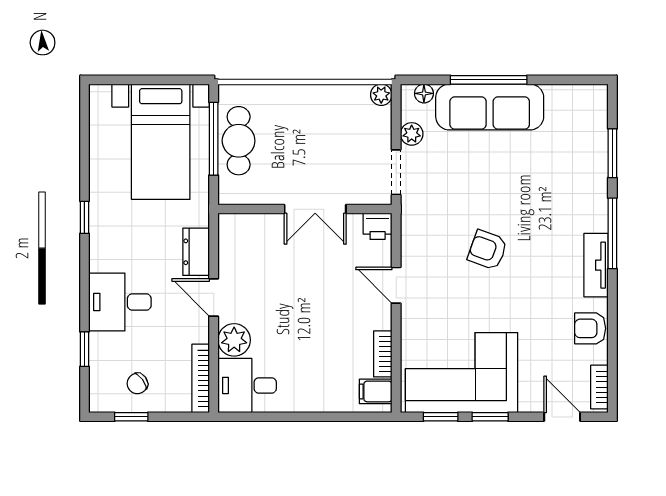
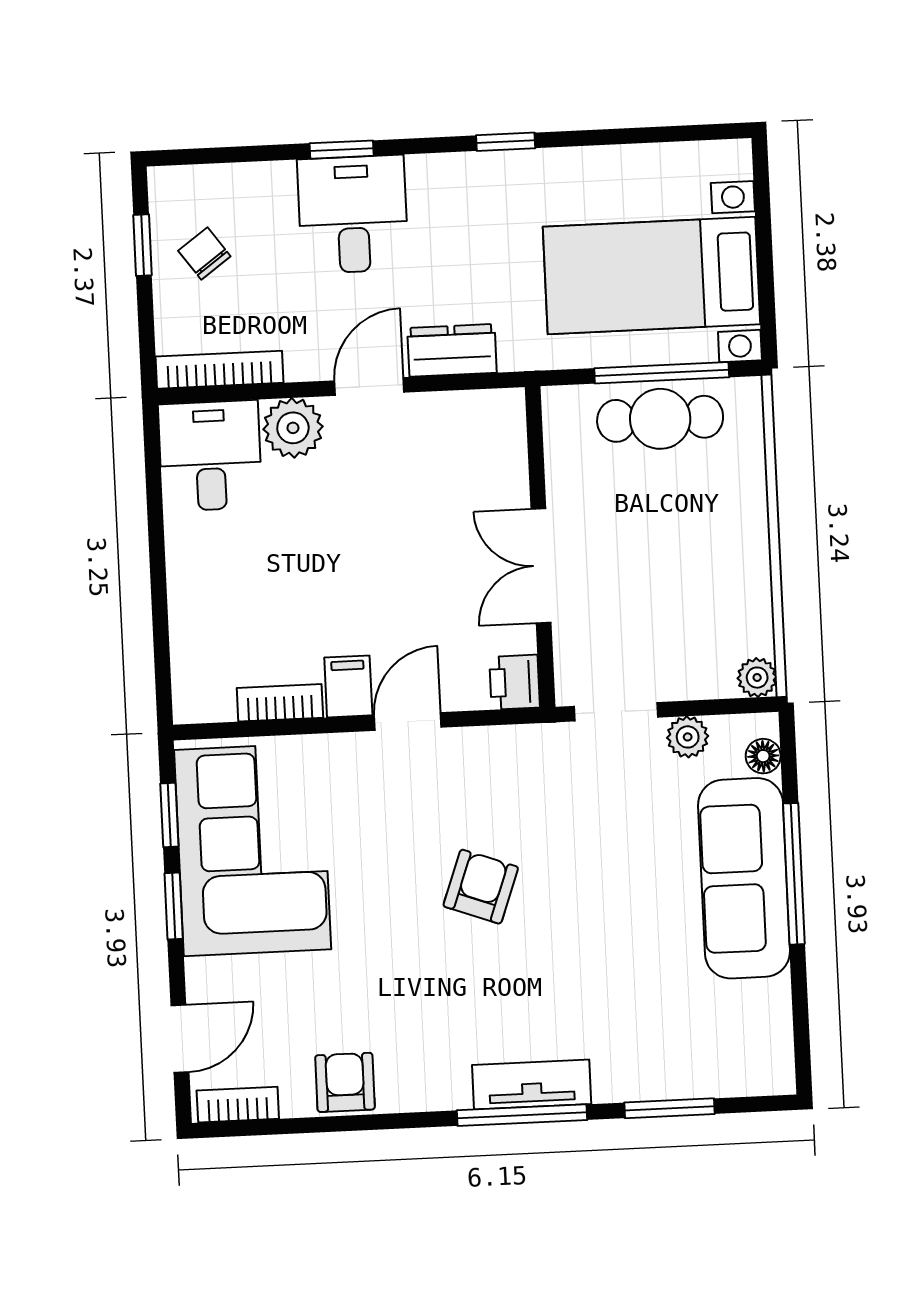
tv unit: (596, 265) -> (532, 1084), moved
window: (84, 349) -> (342, 150), moved
filing cabinet: (376, 391) -> (348, 686), moved

